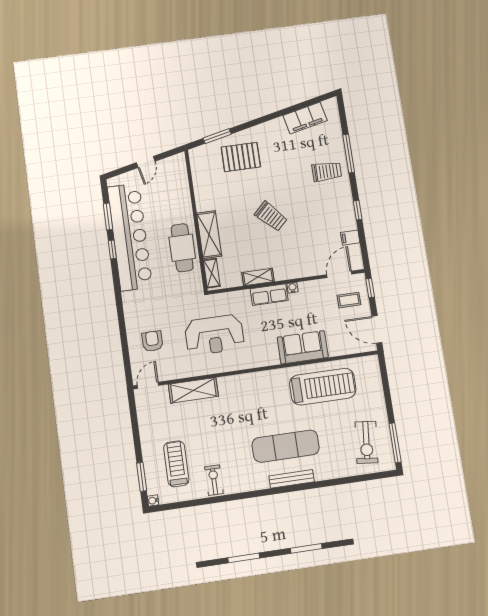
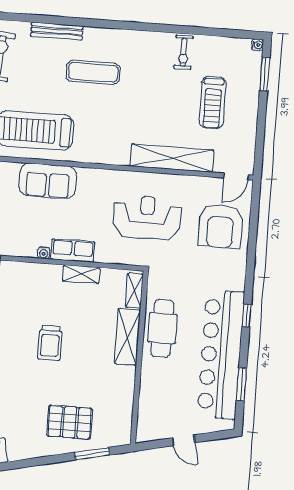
door: (146, 162) -> (184, 440), swing flipped
trolley: (271, 216) -> (50, 343), turned -136
window: (112, 249) -> (247, 315), moved
armchair: (152, 341) -> (220, 226), width x1.88, depth x1.88
shelving: (193, 390) -> (172, 158), width x1.47
exercise mat: (286, 446) -> (93, 72), width x0.73, depth x0.69
treadmill: (176, 464) -> (213, 102), moved
bench: (292, 479) -> (57, 31), moved

